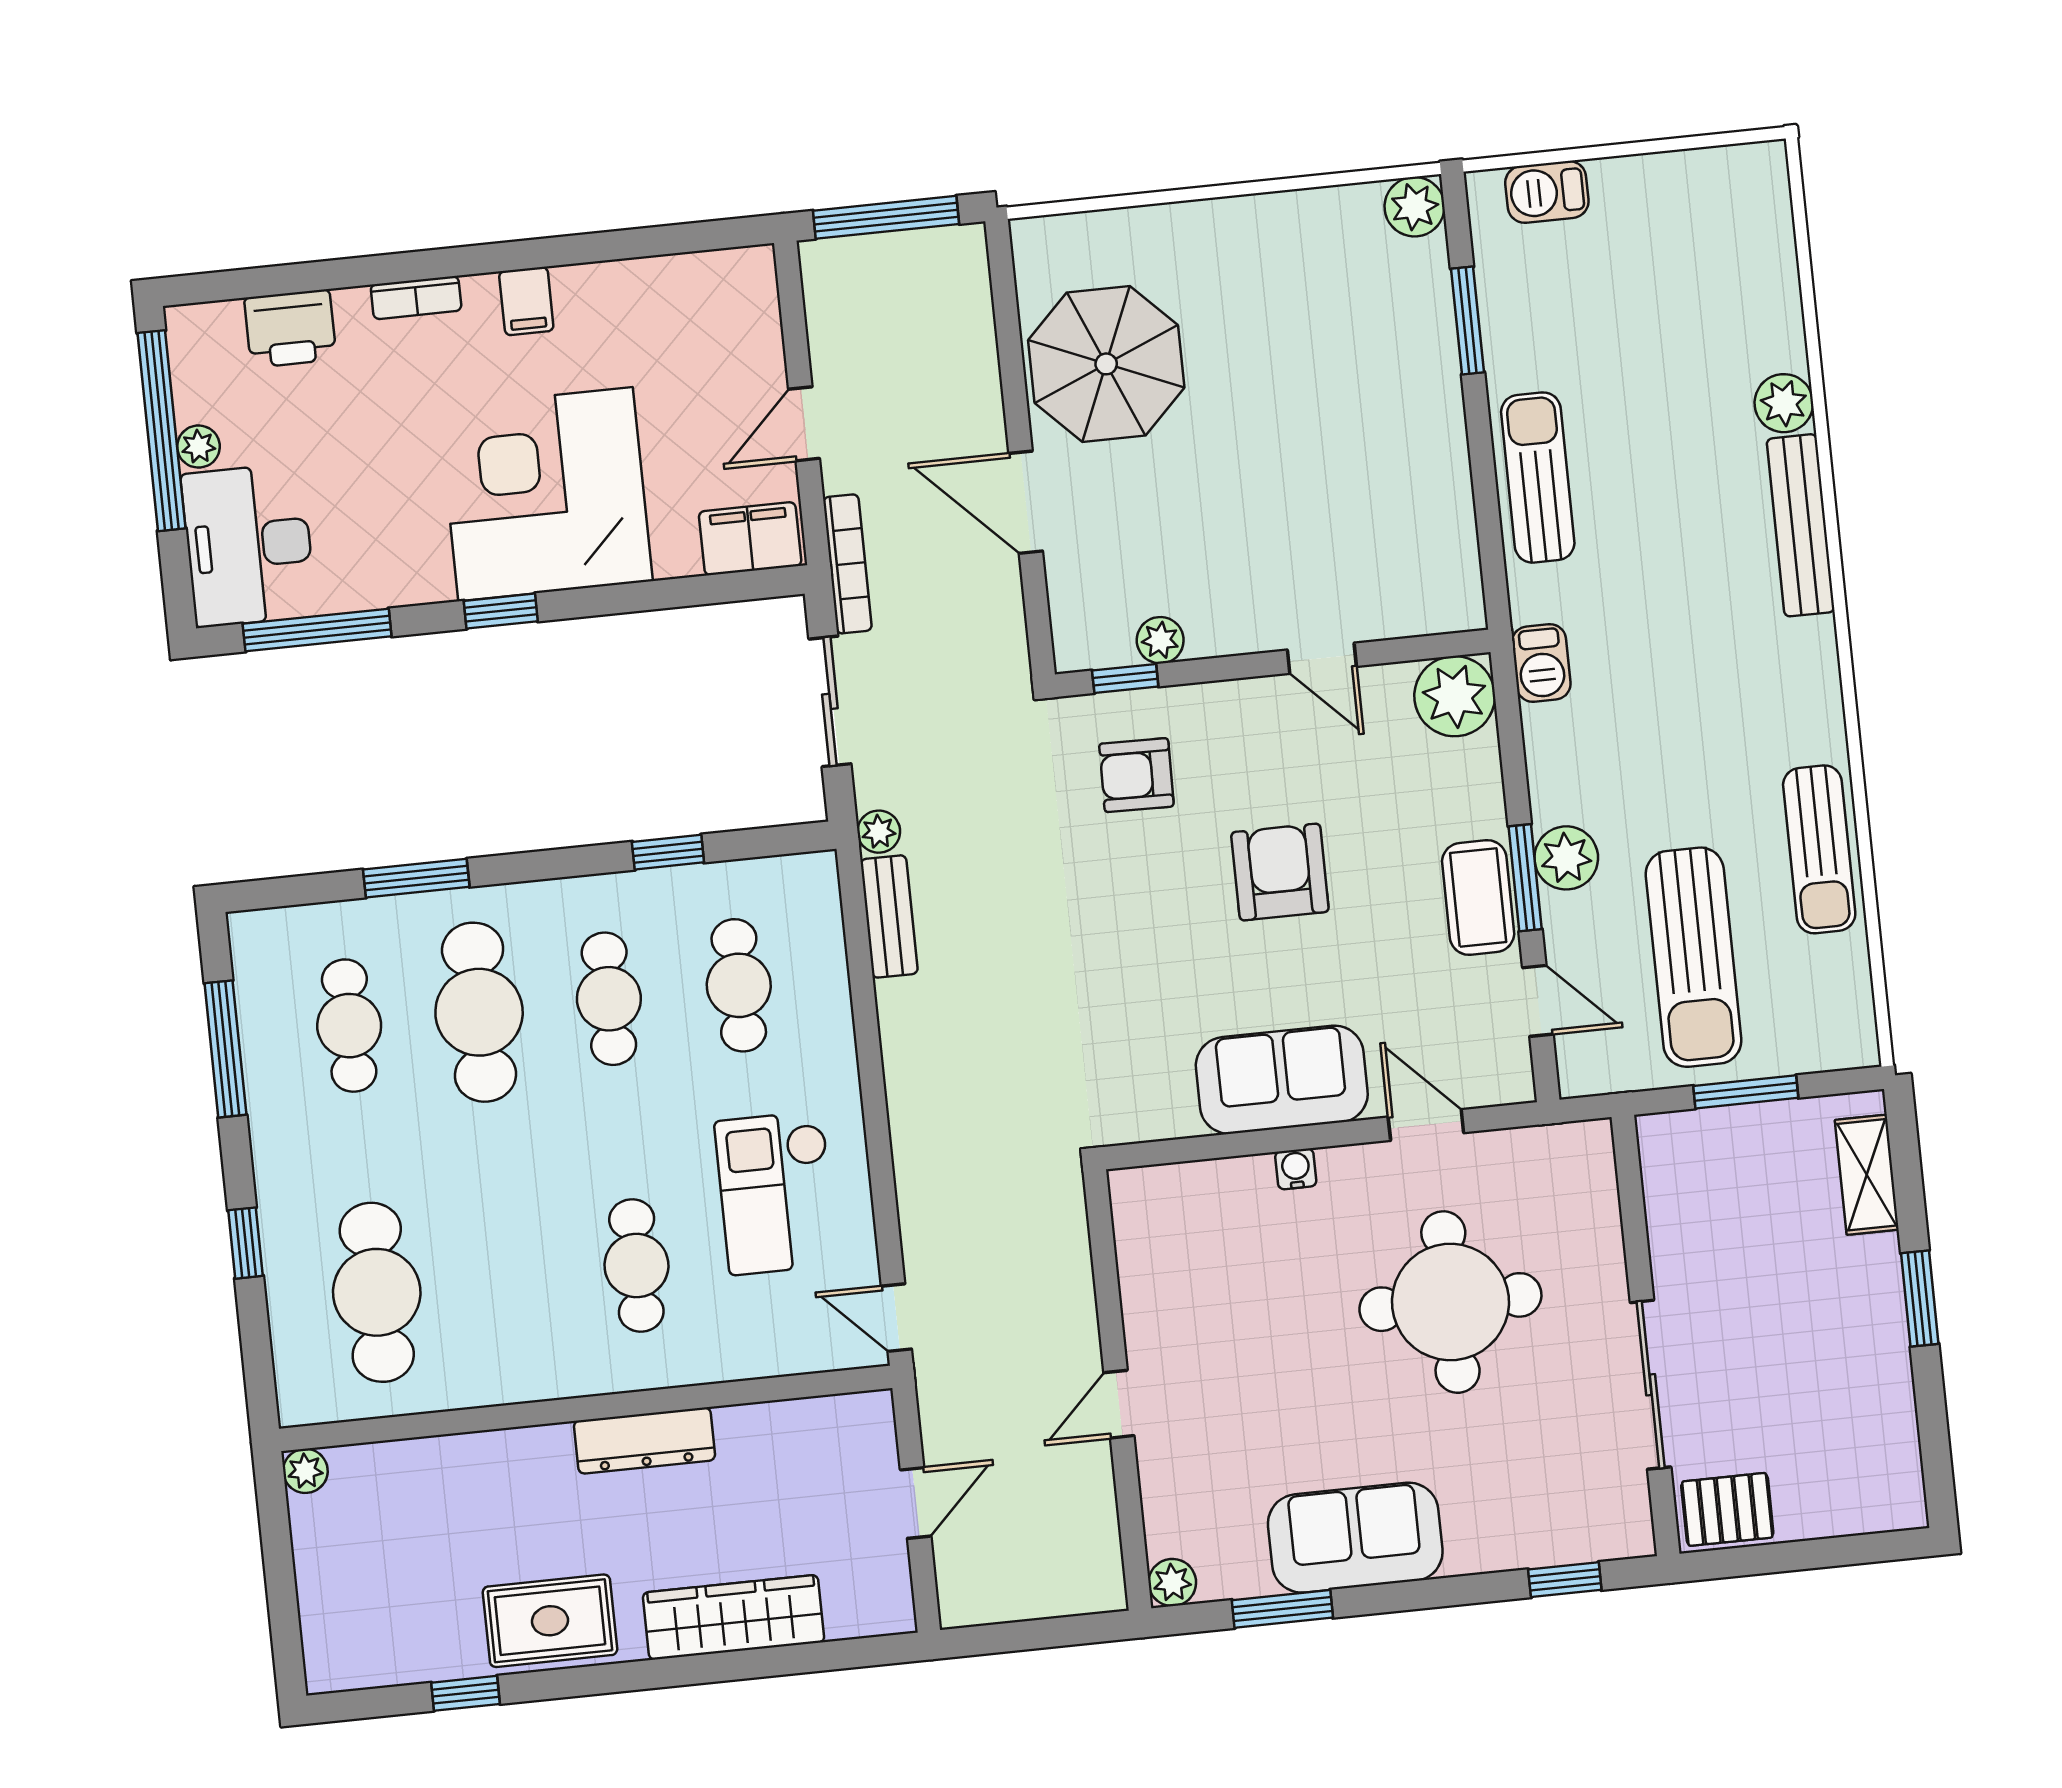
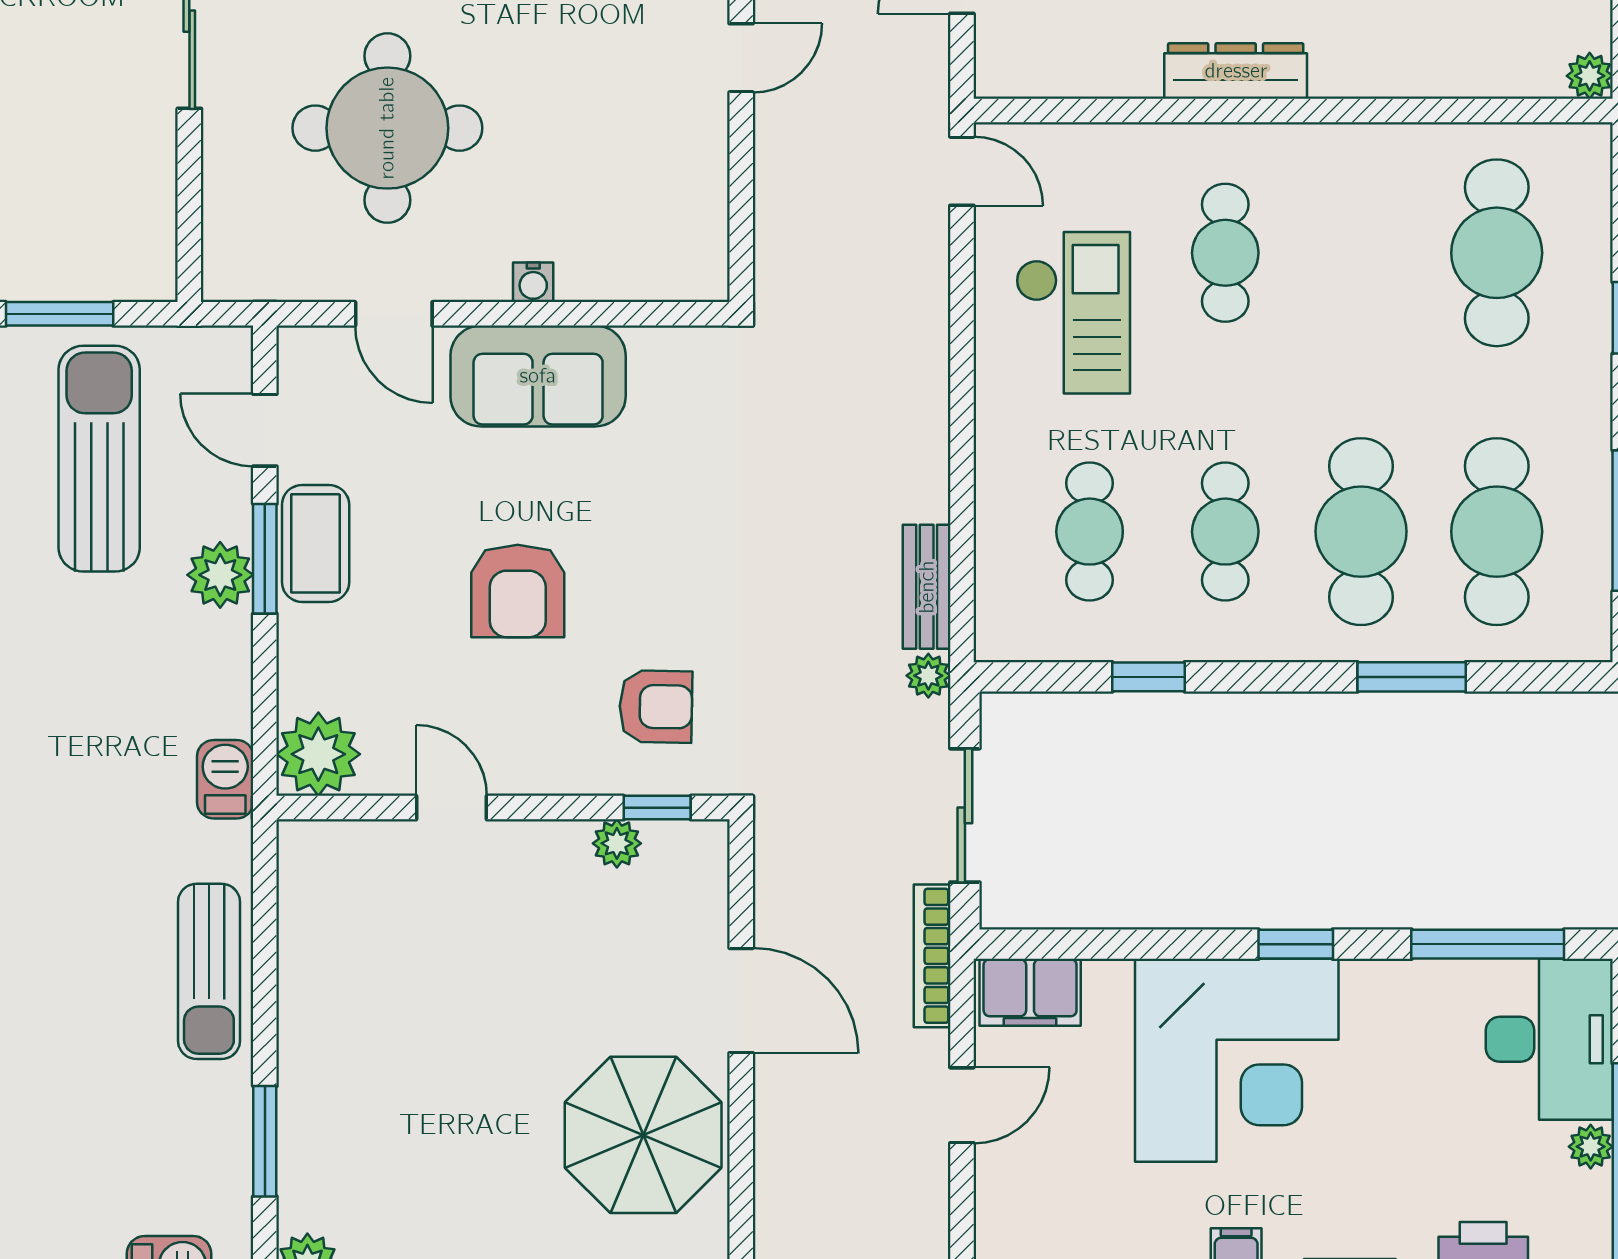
cafe table: (349, 1026) -> (1497, 532), width x1.37, depth x1.35

